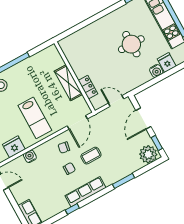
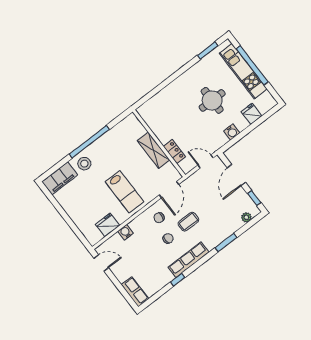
water cooler: (156, 71) -> (232, 132), moved
plant: (148, 154) -> (246, 217), width x0.53, depth x0.53

